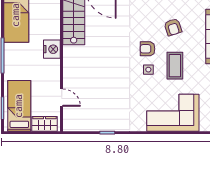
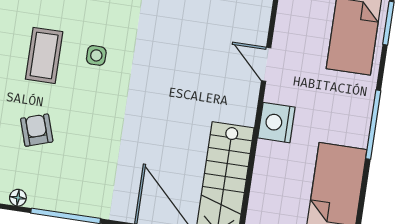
armchair: (148, 49) -> (92, 96), removed
door: (62, 98) -> (266, 64), moved

